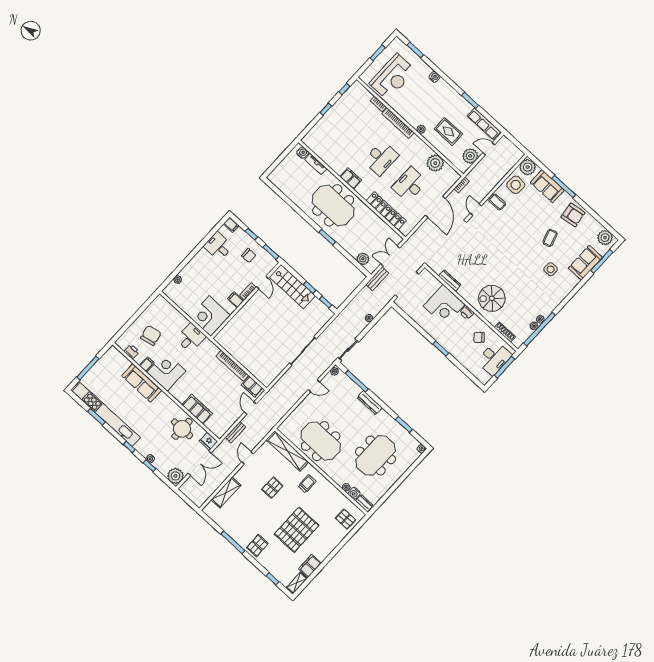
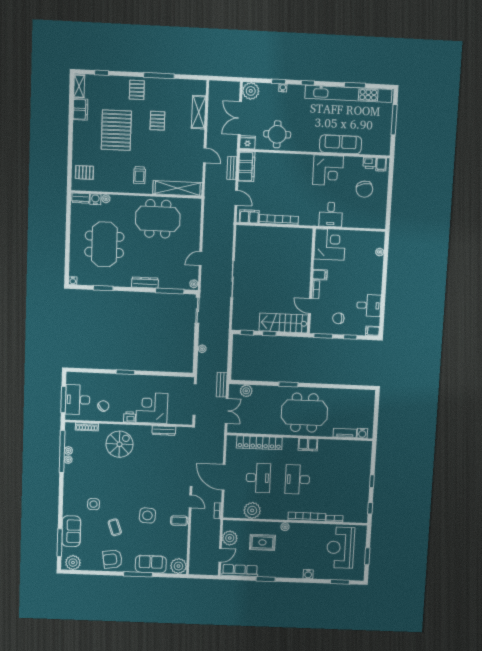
side table: (516, 185) -> (147, 515), moved
filing cabinet: (147, 364) -> (381, 164), moved
filing cabinet: (197, 409) -> (247, 167), moved, turned -90
pallet: (272, 488) -> (157, 121), moved

